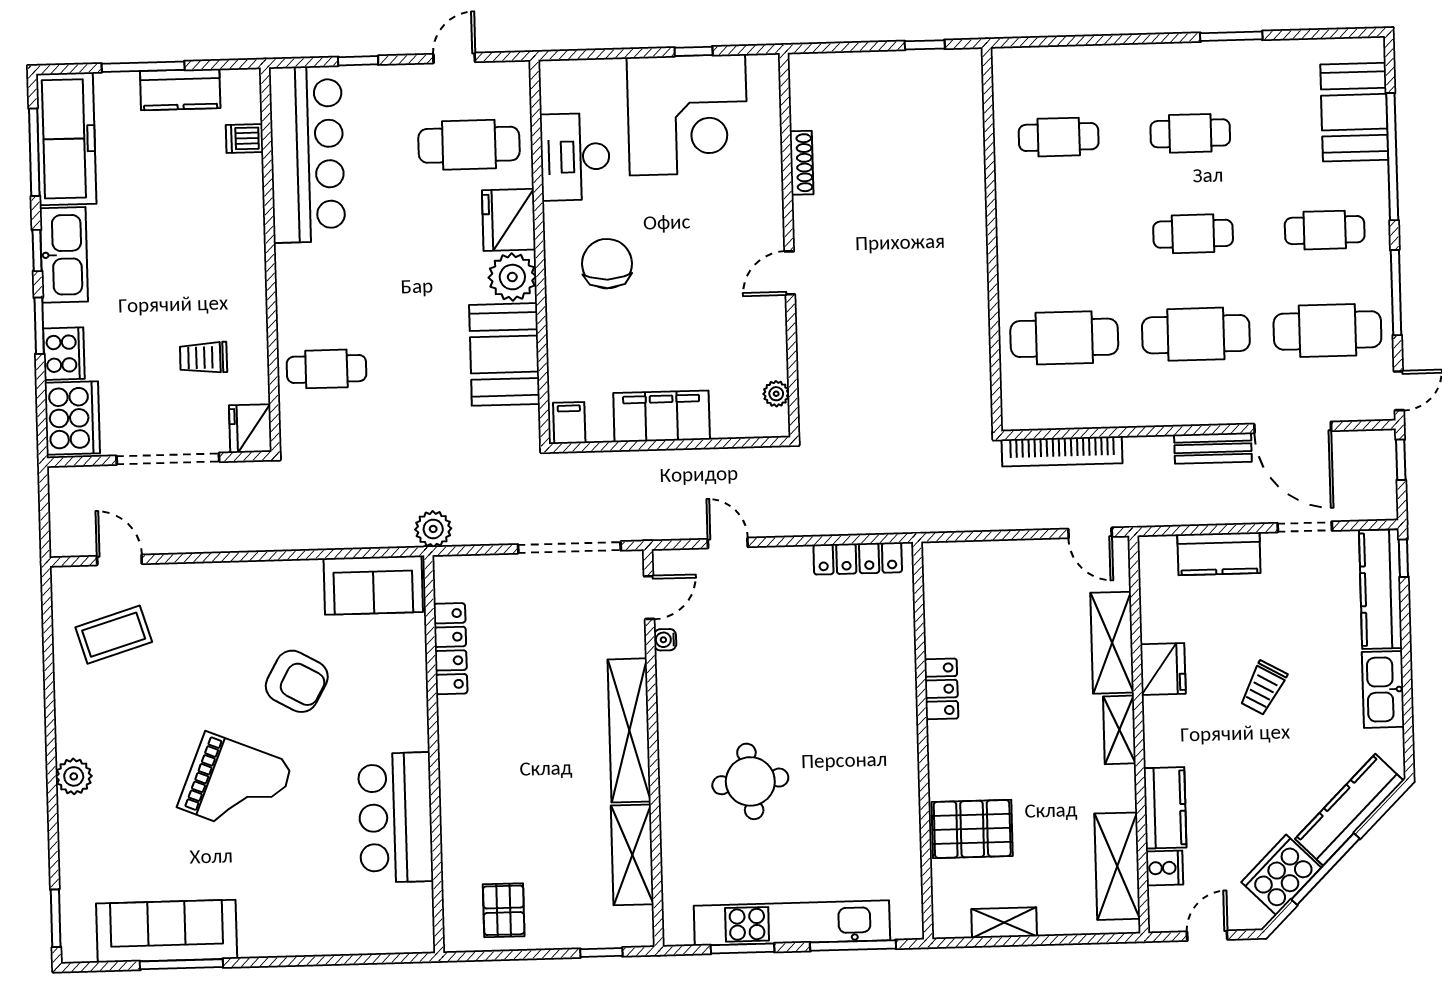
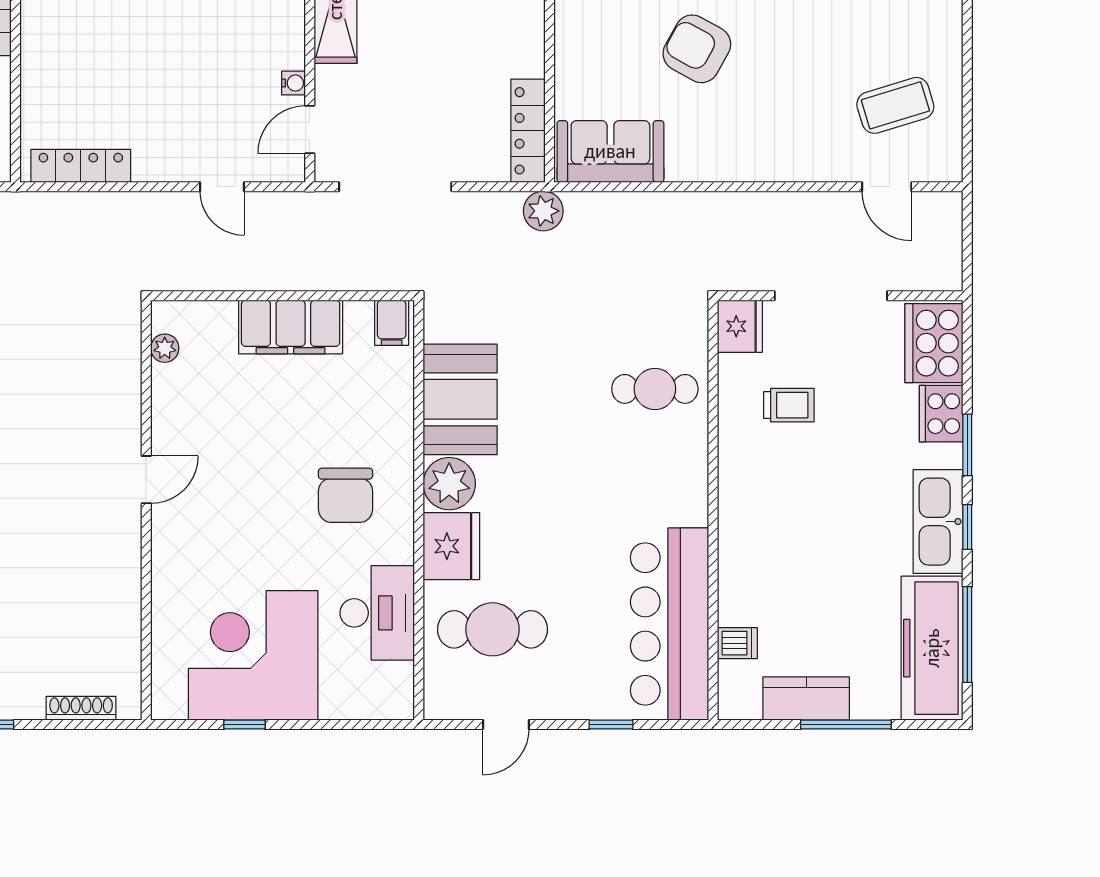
shoe rack: (802, 163) -> (81, 708), moved, turned 90
locker: (450, 649) -> (528, 131), moved

